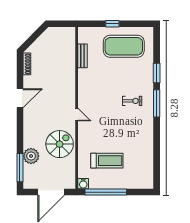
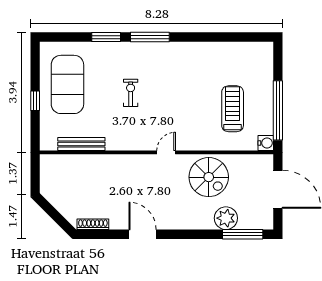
bench: (82, 56) -> (81, 144), width x1.36
exercise bike: (132, 101) -> (131, 93), moved
spiral stairs: (60, 144) -> (209, 177), turned 180

